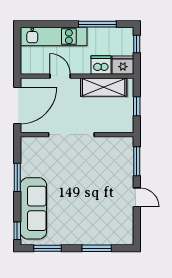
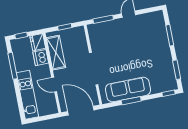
door: (60, 76) -> (54, 85), hinge flipped
sofa: (33, 208) -> (128, 90), moved

